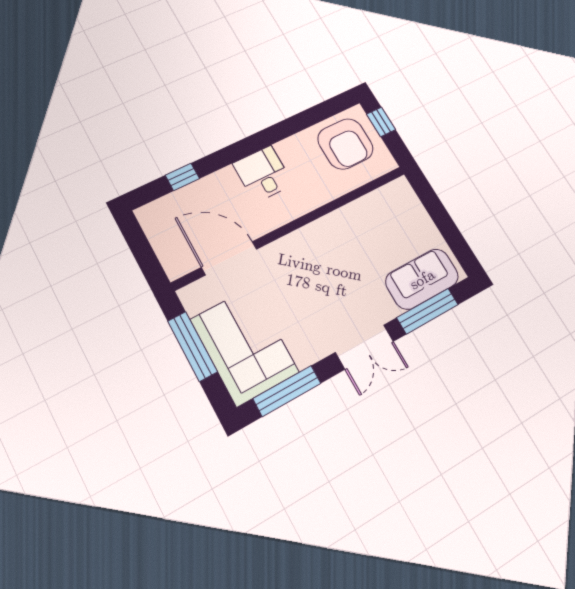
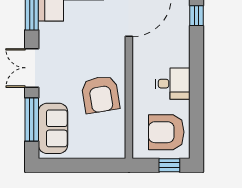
desk: (263, 174) -> (173, 84), moved
armchair: (347, 243) -> (100, 94), added

